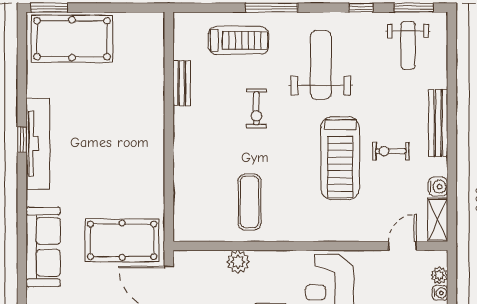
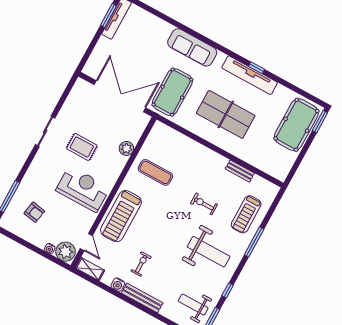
table tennis table: (112, 147) -> (226, 114), added
treadmill: (340, 158) -> (121, 216), moved, turned -90
water cooler: (438, 187) -> (118, 285), moved
plant: (439, 275) -> (66, 252), width x1.88, depth x1.88

